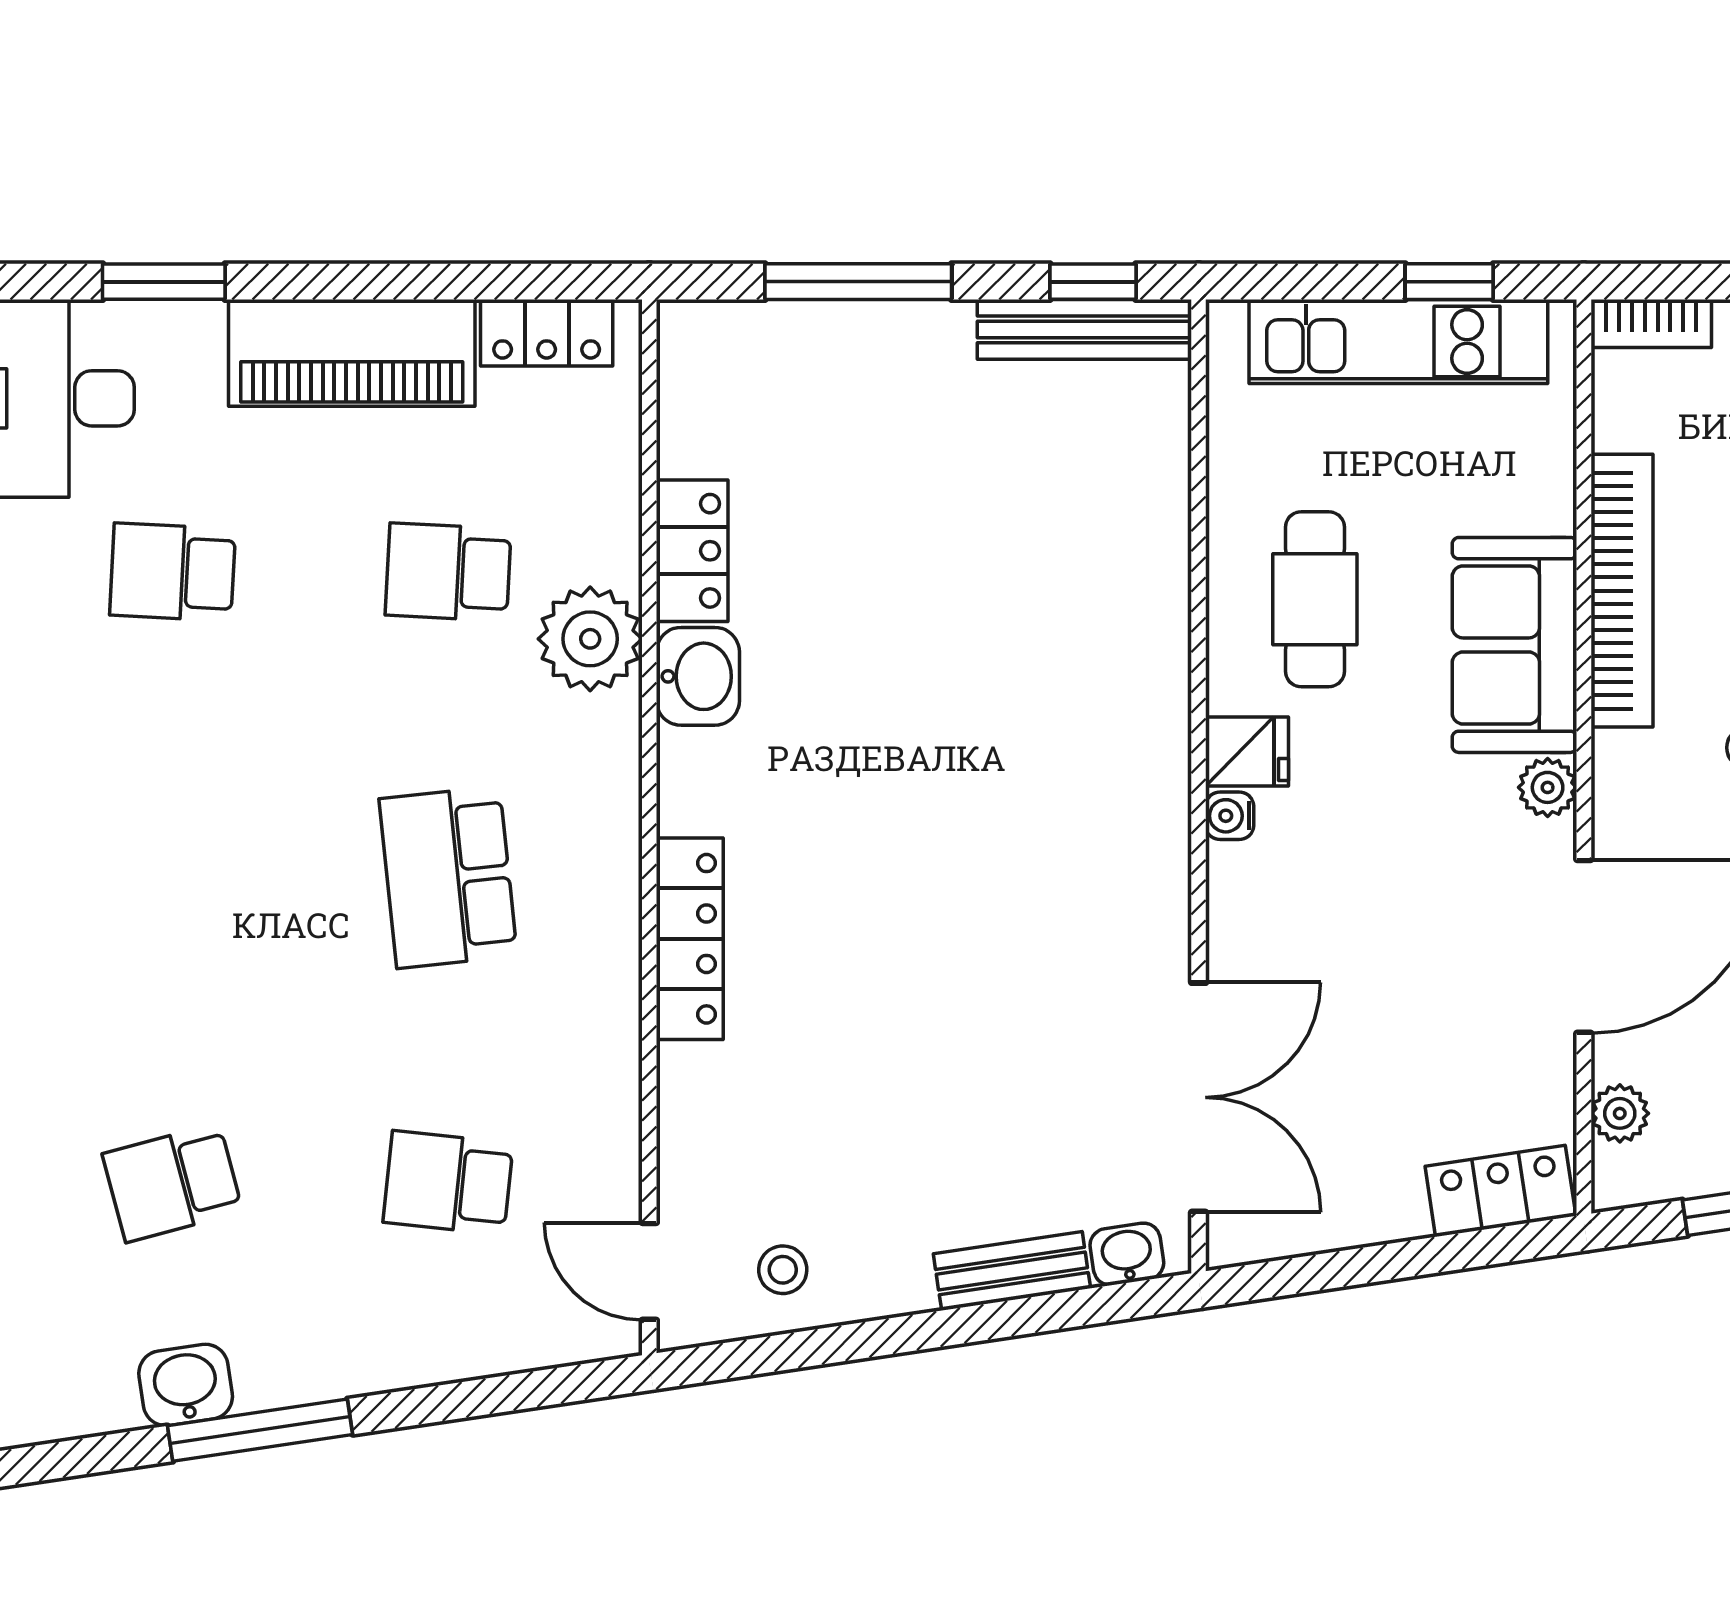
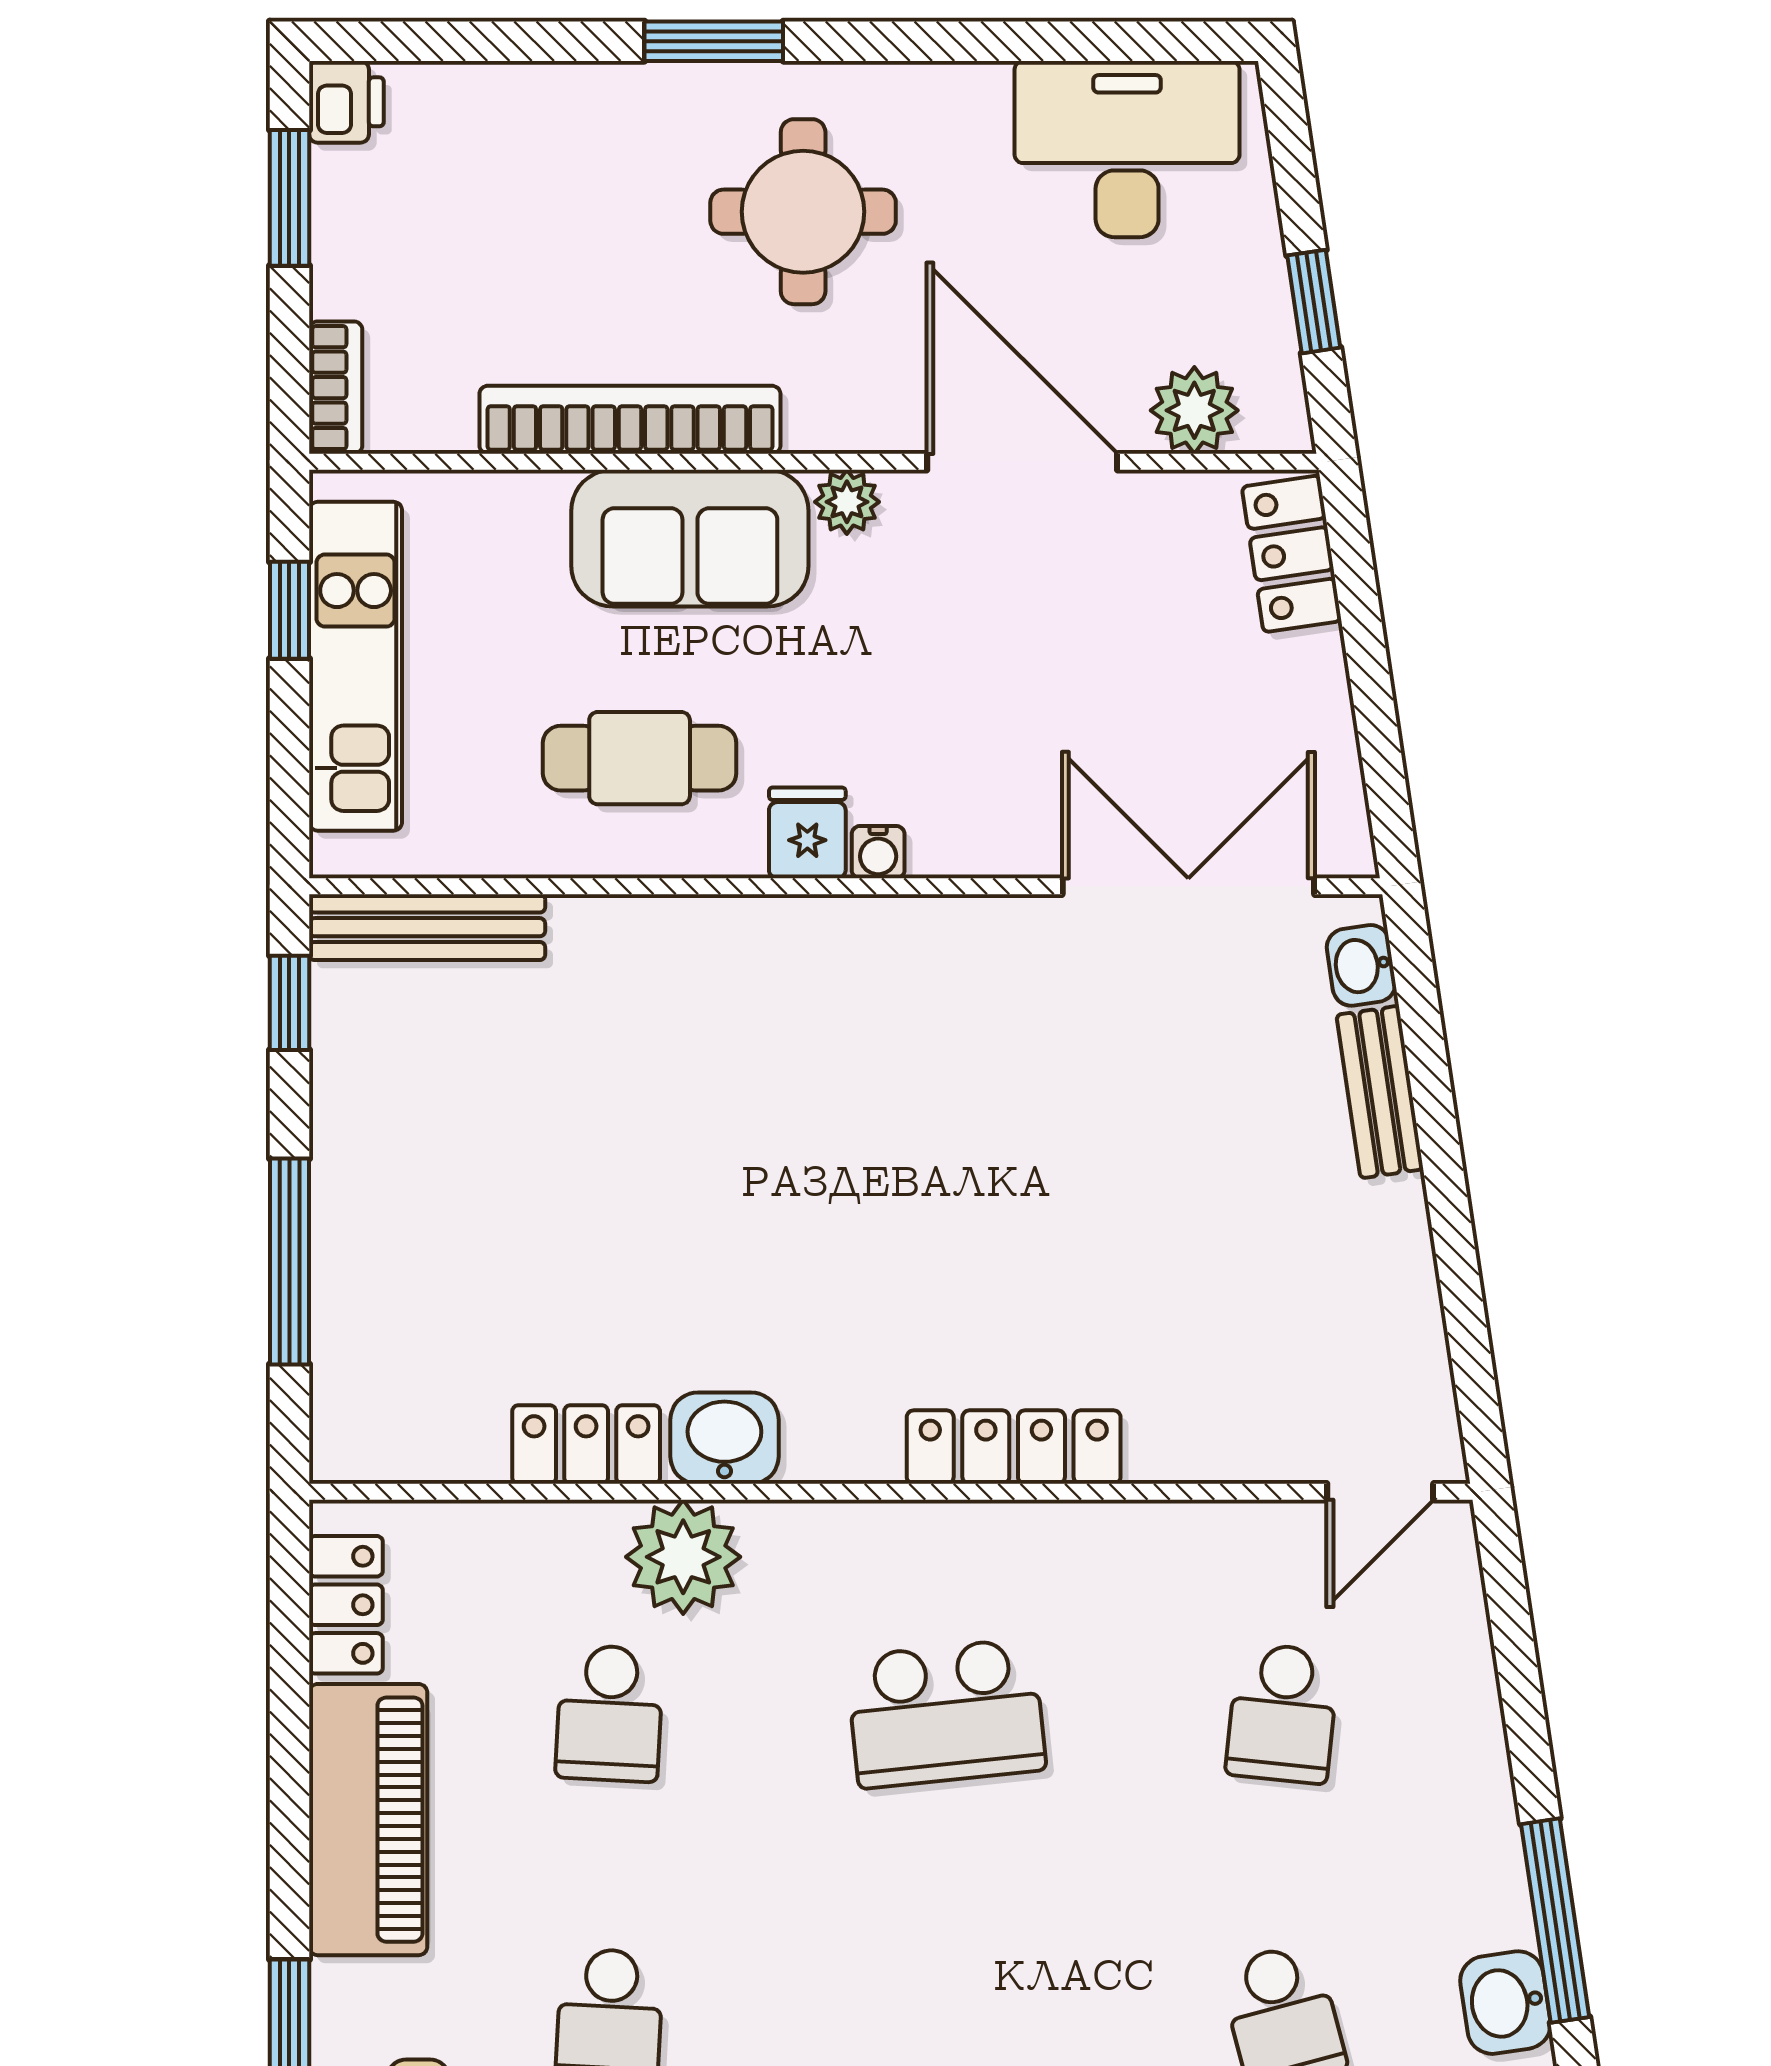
bench: (1084, 329) -> (427, 927), moved, turned 90
plant: (1620, 1113) -> (1194, 410), width x1.38, depth x1.38
stool: (783, 1270) -> (1378, 1345), removed

